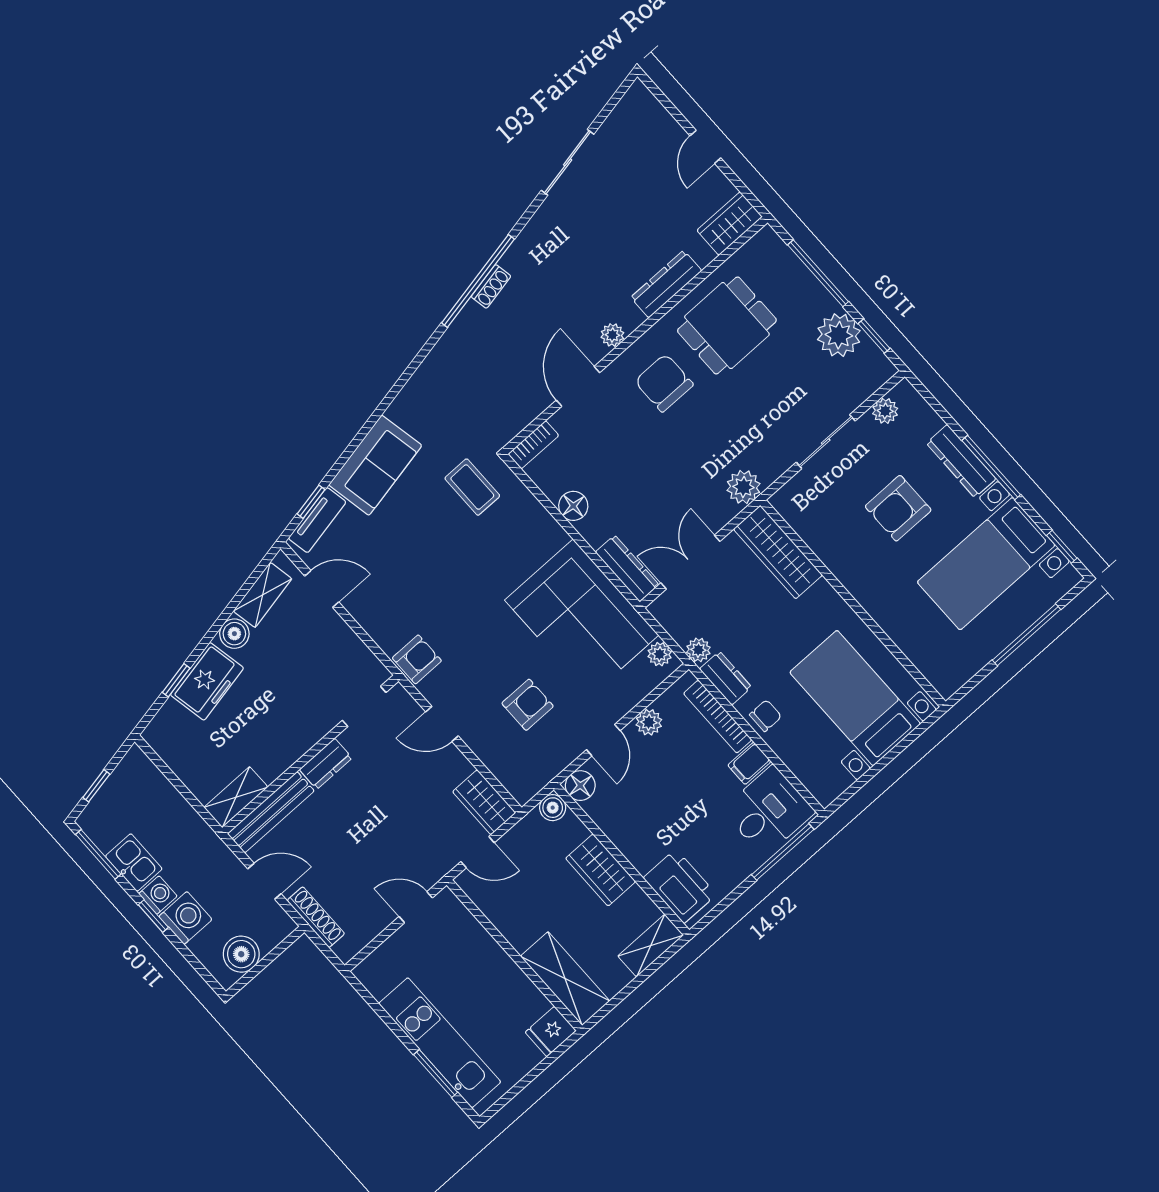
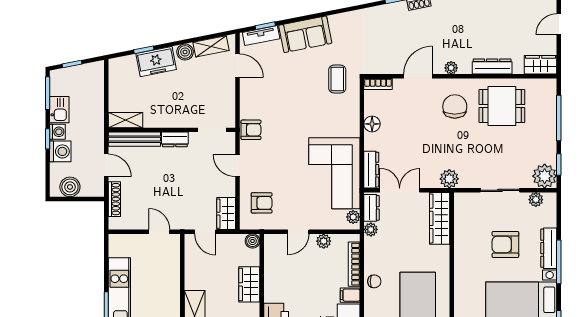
plant: (839, 335) -> (545, 176), moved
dresser: (726, 678) -> (372, 208), moved
armchair: (528, 705) -> (262, 203), moved
floor lamp: (580, 786) -> (272, 242), removed

